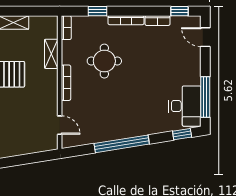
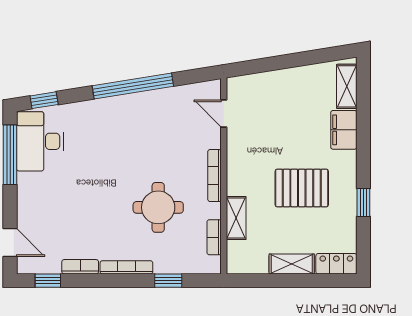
bookcase: (66, 28) -> (214, 237), moved

